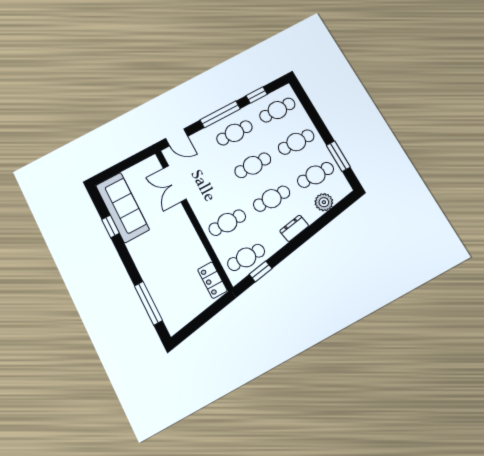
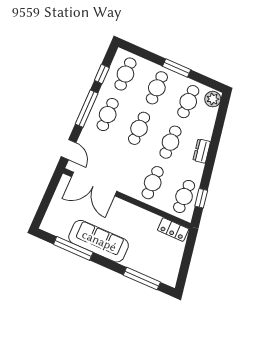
door: (177, 137) -> (69, 150), hinge flipped
window: (338, 156) -> (177, 68), moved
double door: (175, 184) -> (94, 184), width x1.37
plant: (324, 202) -> (213, 99), moved
sofa: (122, 207) -> (99, 241), moved
window: (110, 226) -> (73, 248), width x2.17

